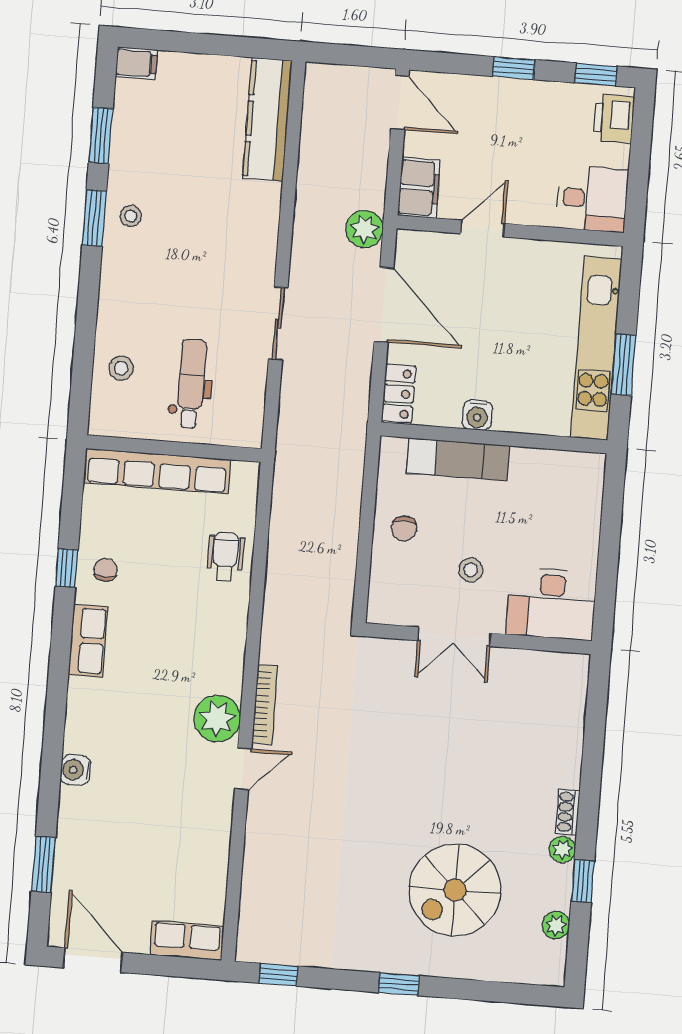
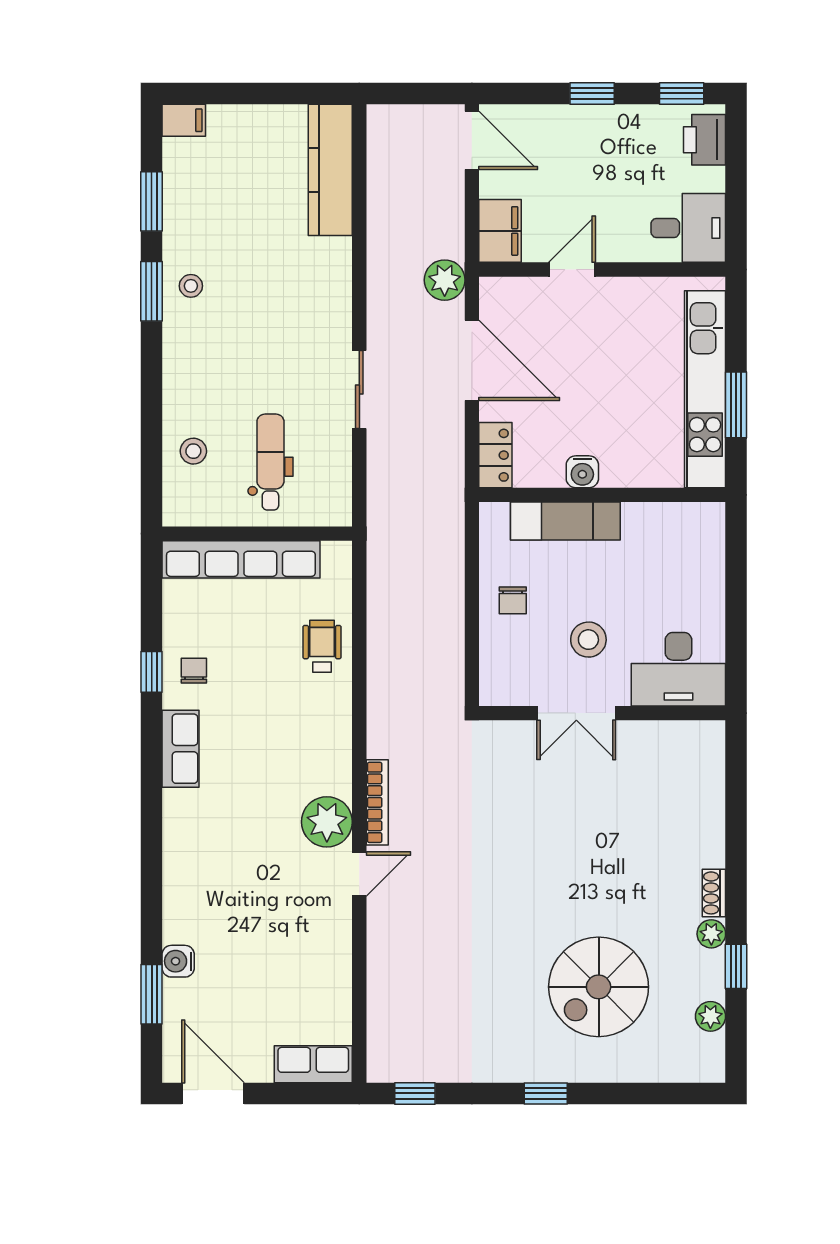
stool: (471, 570) -> (588, 640), width x1.37, depth x1.37
water cooler: (75, 770) -> (178, 961), moved

